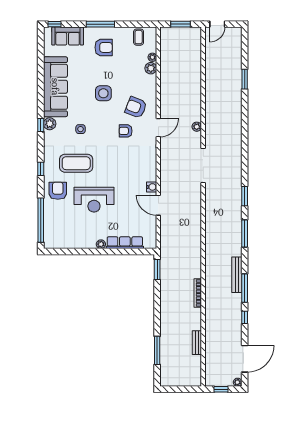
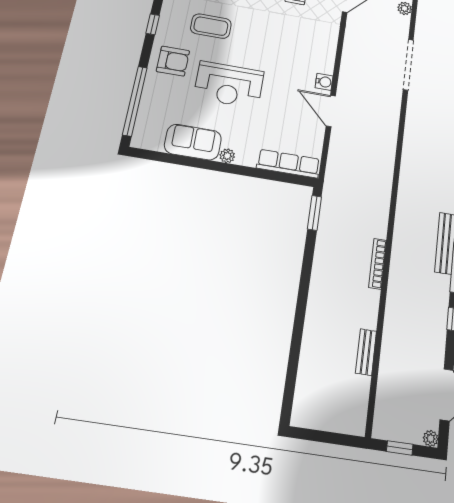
coffee table: (76, 163) -> (211, 26), width x0.73, depth x0.76
armchair: (58, 191) -> (173, 61), turned 90
sofa: (79, 239) -> (193, 142), added
row of seats: (125, 243) -> (288, 164), moved
window: (157, 350) -> (294, 356), removed

